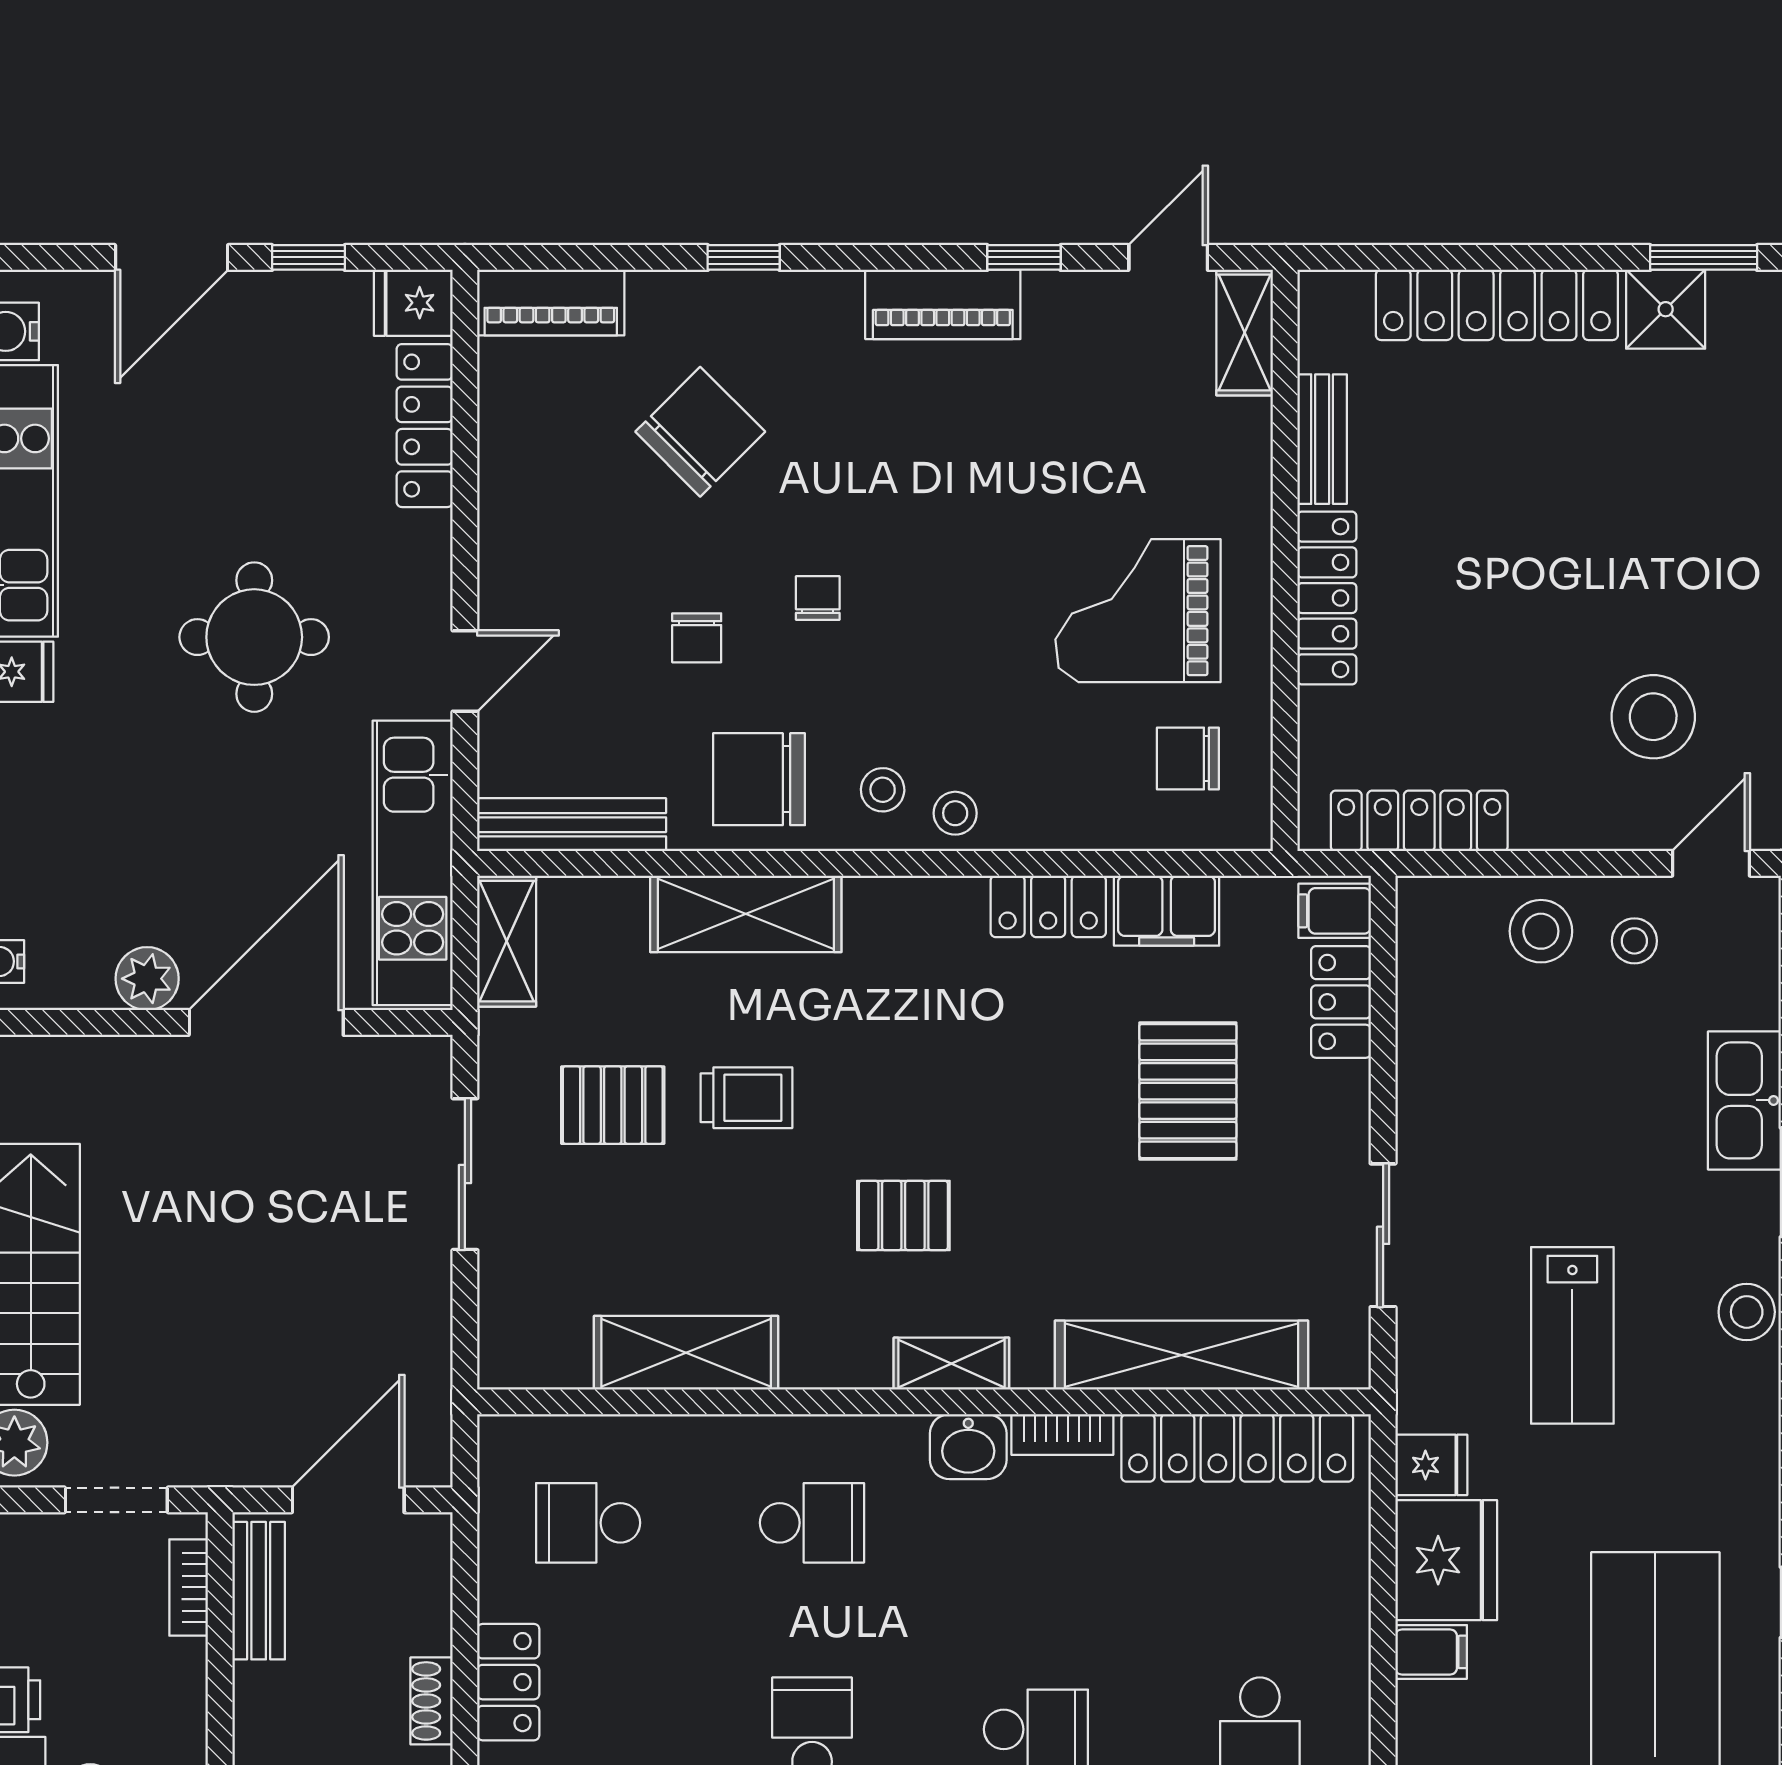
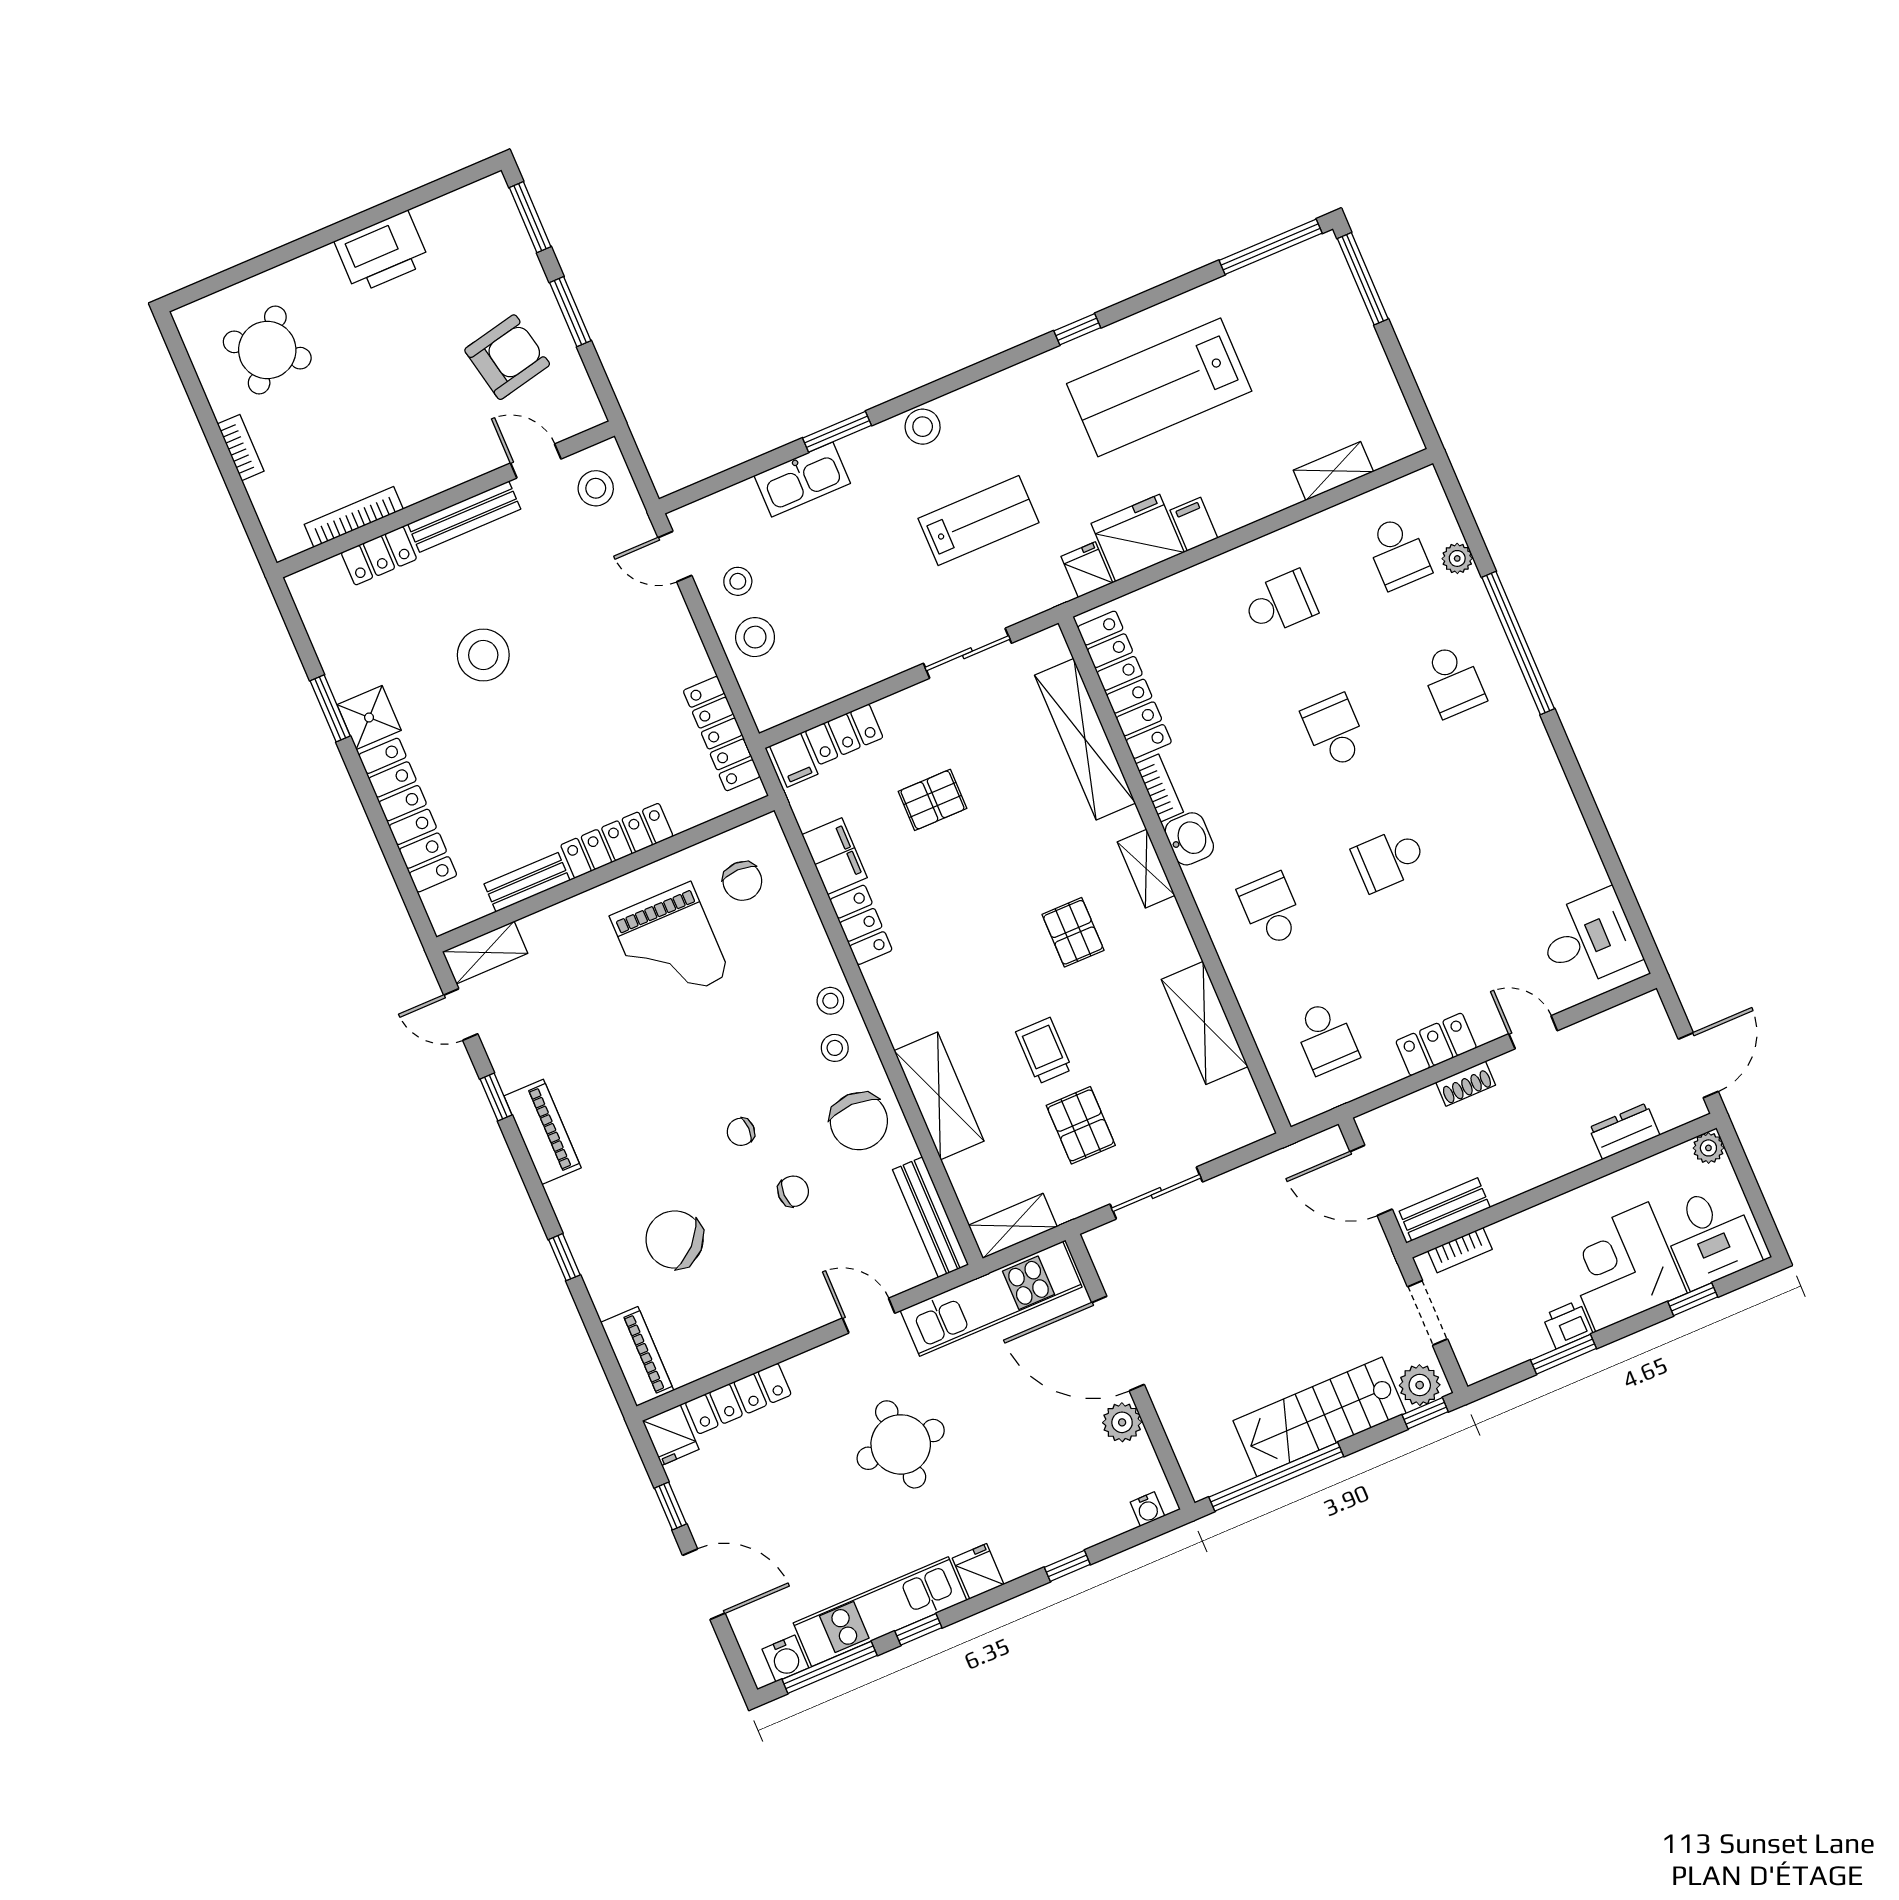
stool: (1653, 717) -> (483, 655), moved
pallet: (1188, 1091) -> (932, 800), width x0.67, depth x0.71

